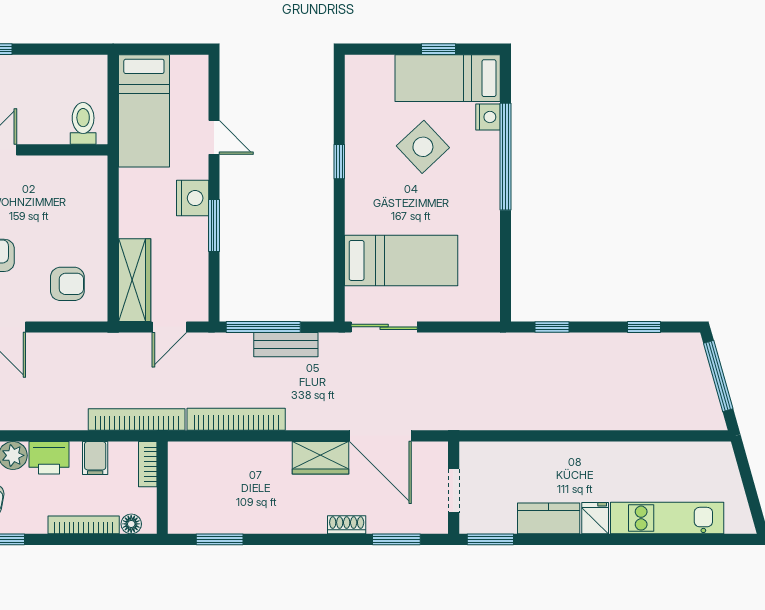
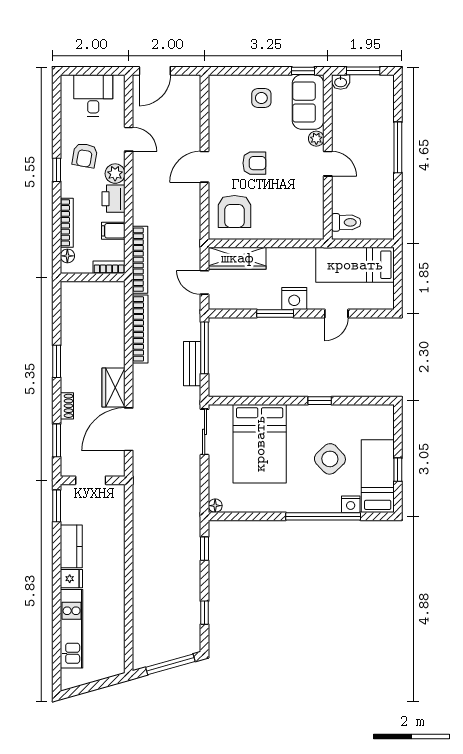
bed: (401, 260) -> (260, 444), width x1.50
armchair: (67, 284) -> (234, 211), width x1.38, depth x1.38
floor lamp: (490, 312) -> (215, 506), added
window: (220, 539) -> (57, 361), moved

